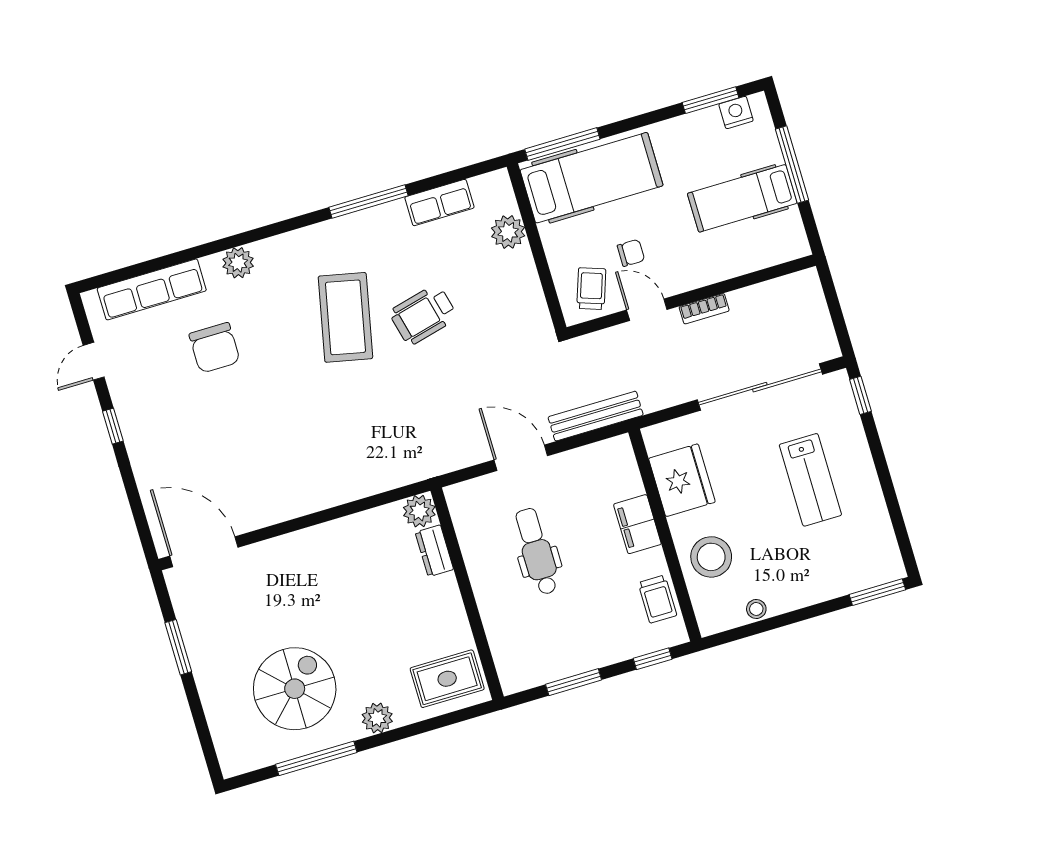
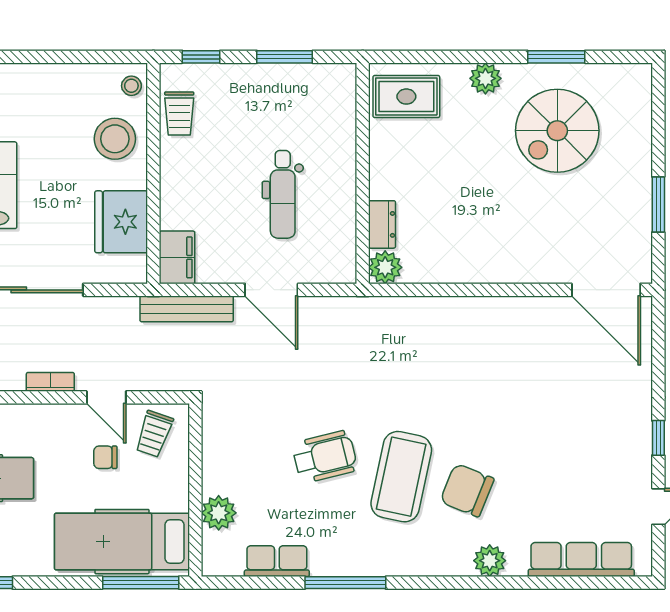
chair: (215, 348) -> (467, 490), moved, turned -68
filing cabinet: (637, 524) -> (177, 257), moved
trolley: (657, 599) -> (179, 113), turned 180
stool: (756, 609) -> (131, 86), moved
window: (316, 758) -> (556, 57), width x0.69

